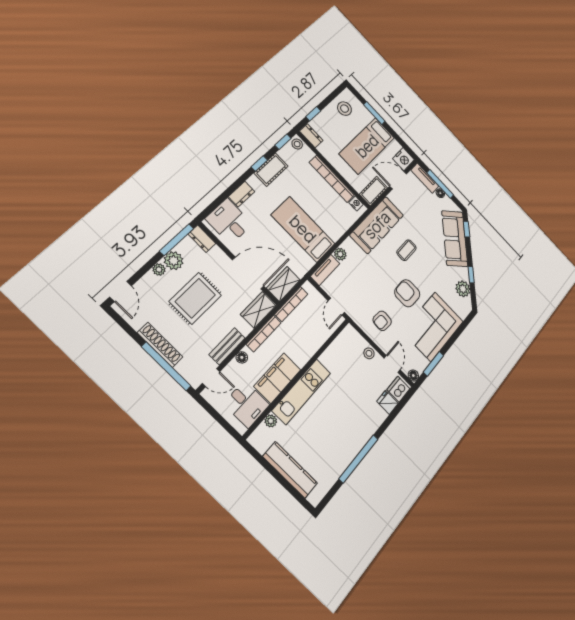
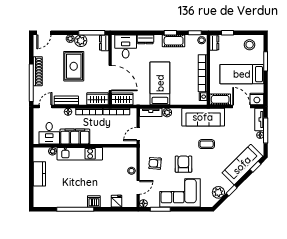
rug: (195, 298) -> (74, 66), turned 90
door: (211, 378) -> (45, 107), swing flipped
dishwasher: (399, 389) -> (94, 201), moved
kitchen counter: (290, 470) -> (39, 174), width x0.67

